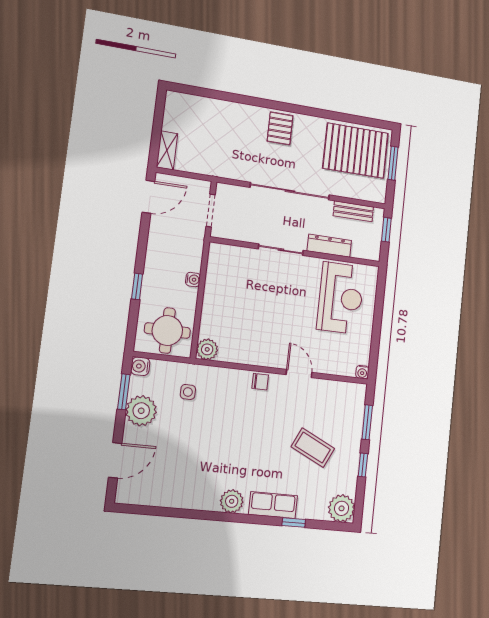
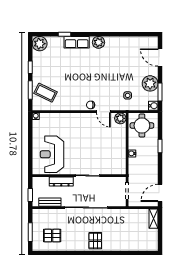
pallet: (356, 151) -> (52, 236), width x0.49, depth x0.50
door: (299, 373) -> (103, 112), moved
coffee table: (313, 448) -> (46, 93), moved
door: (115, 460) -> (160, 58), hinge flipped

